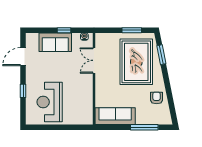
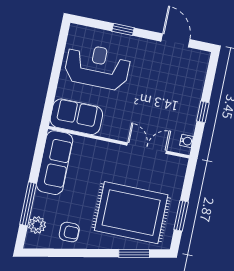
sofa: (55, 42) -> (76, 117), moved, turned 90
plant: (156, 119) -> (37, 225), added

